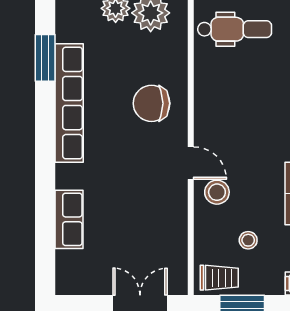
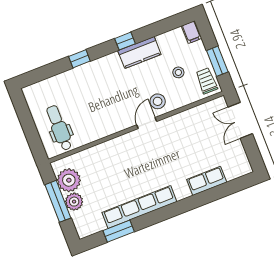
chair: (152, 103) -> (121, 159), removed

